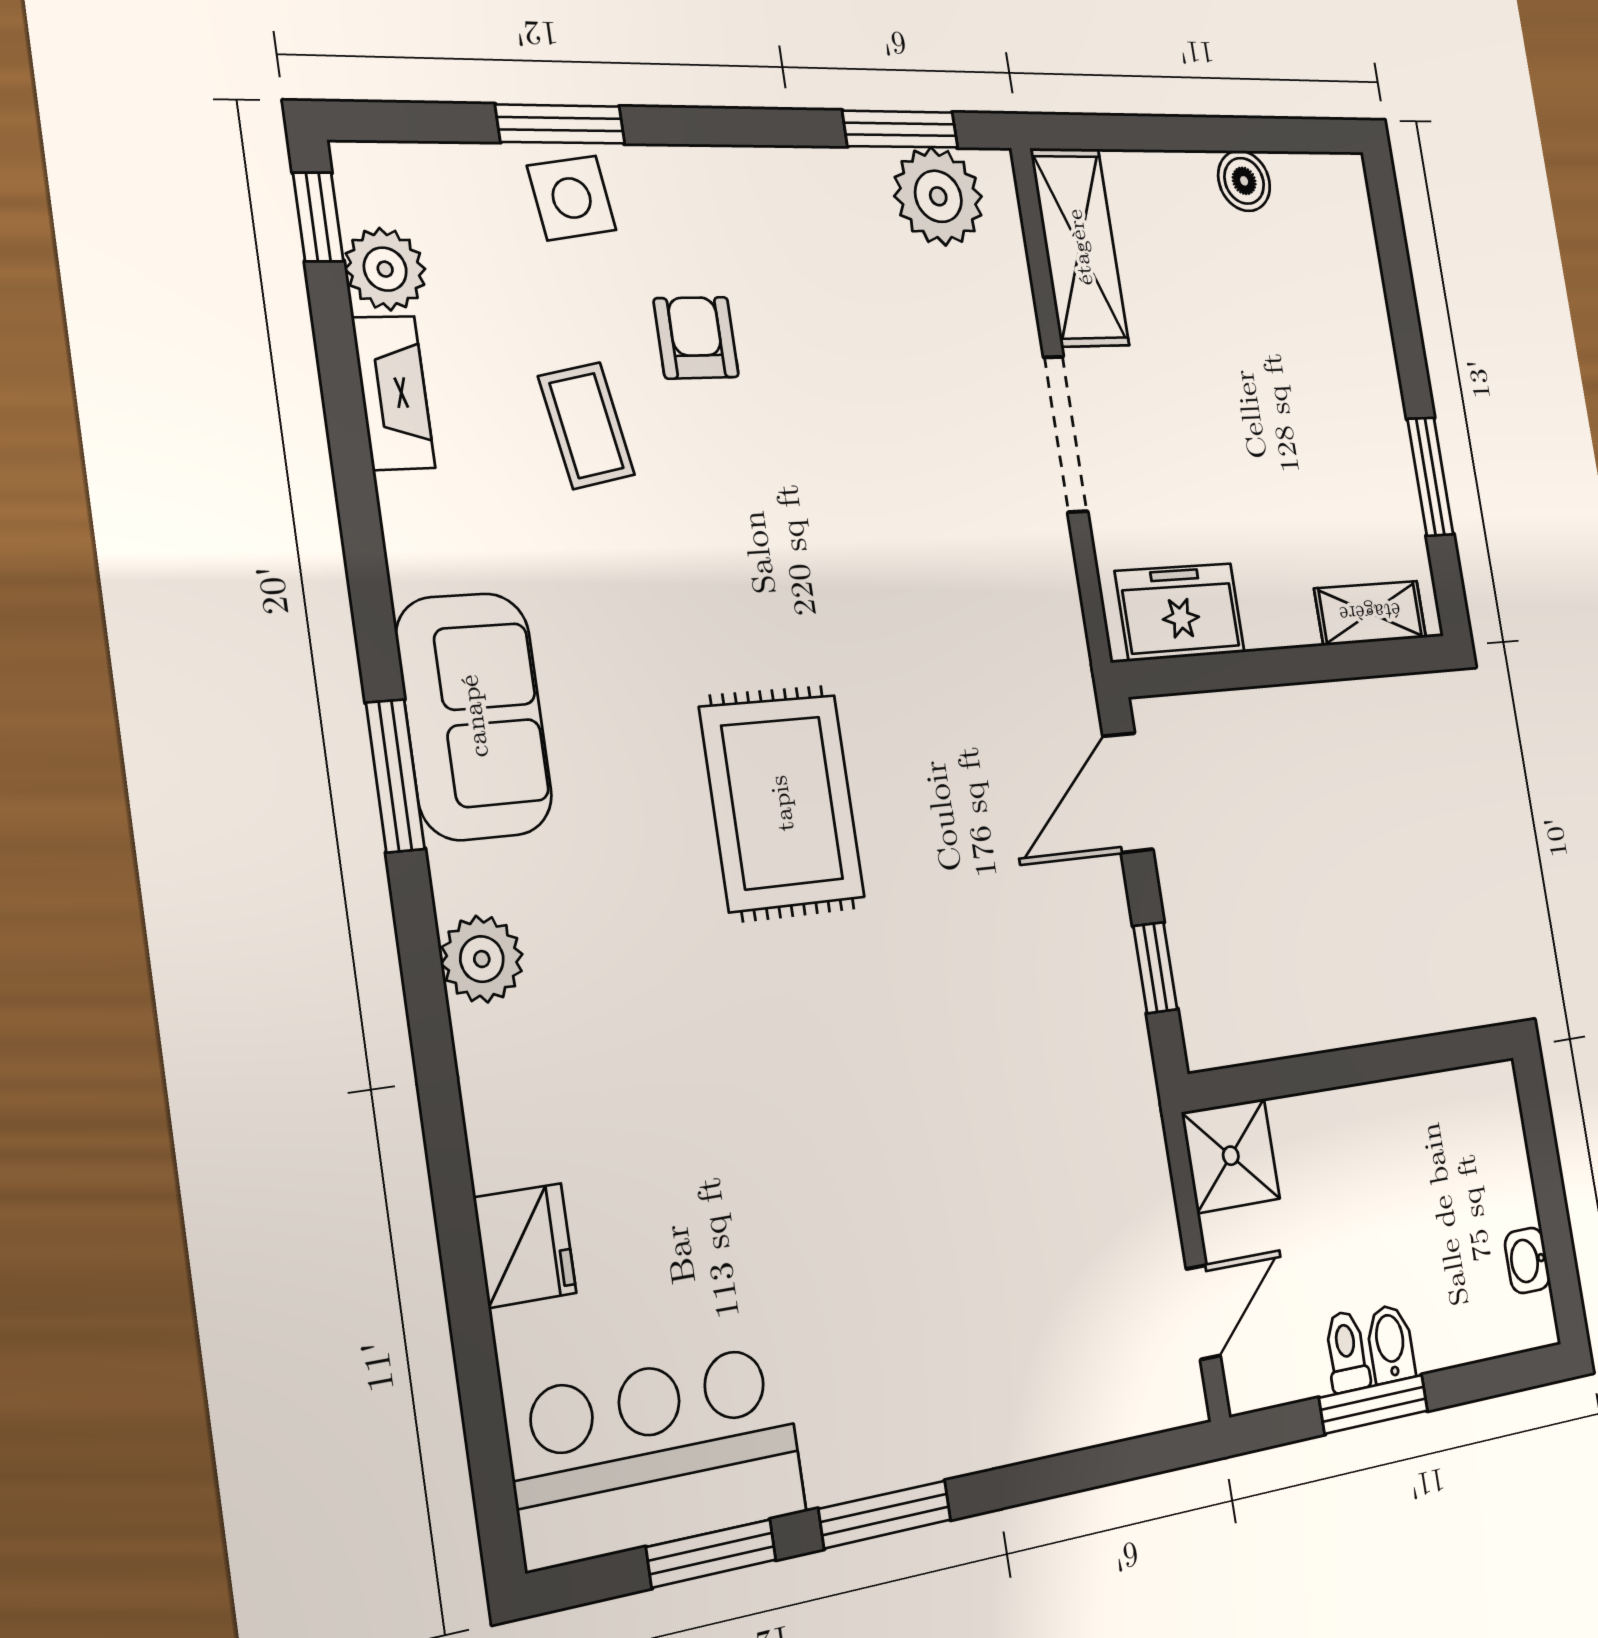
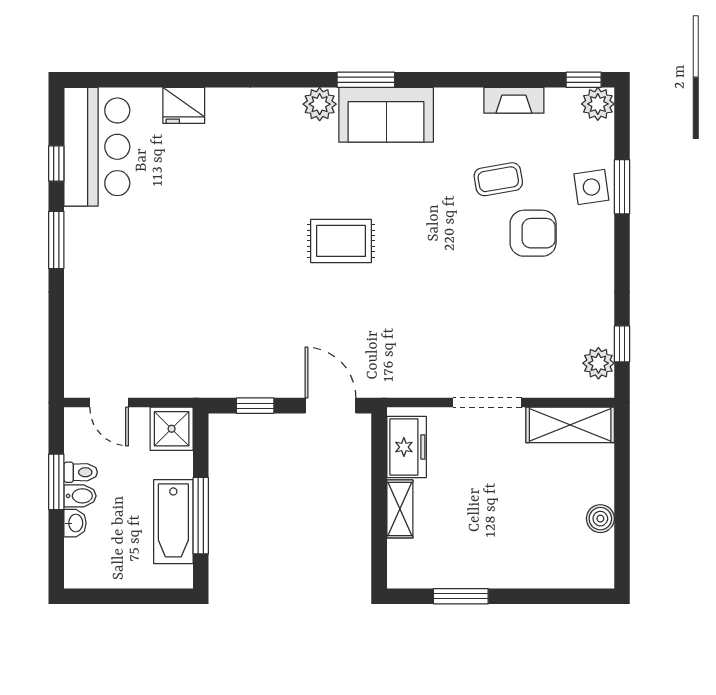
window: (900, 129) -> (622, 344), width x0.67
plant: (938, 196) -> (598, 363), width x0.73, depth x0.73
plant: (385, 269) -> (598, 104), moved
armchair: (696, 338) -> (533, 233), width x1.38, depth x1.38
shelving: (1370, 613) -> (400, 509), moved
rug: (782, 803) -> (341, 241), width x0.73, depth x0.70
plant: (482, 959) -> (320, 104), moved
window: (1382, 1062) -> (201, 516), added
bathtub: (1403, 1122) -> (173, 522), added
washbasin: (1527, 1260) -> (75, 523), moved, turned 90
window: (711, 1553) -> (56, 164), width x0.67

